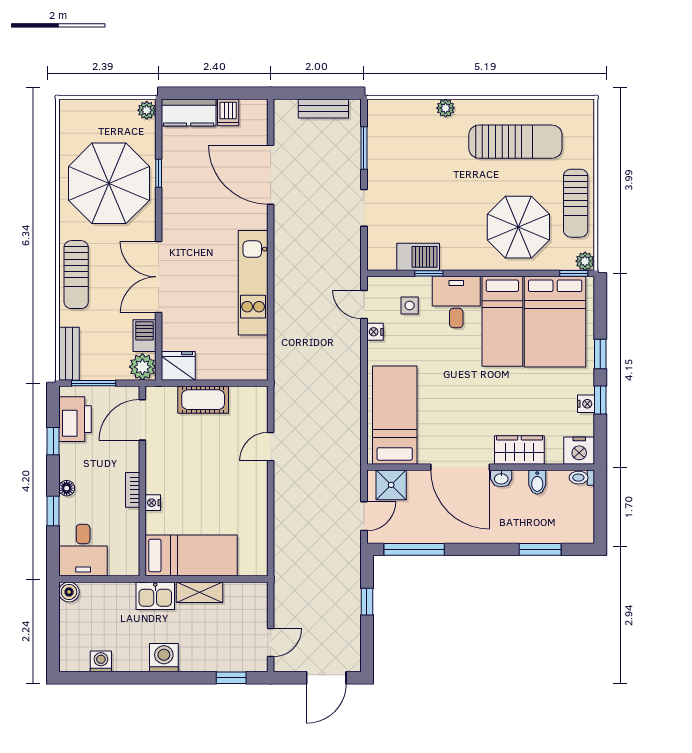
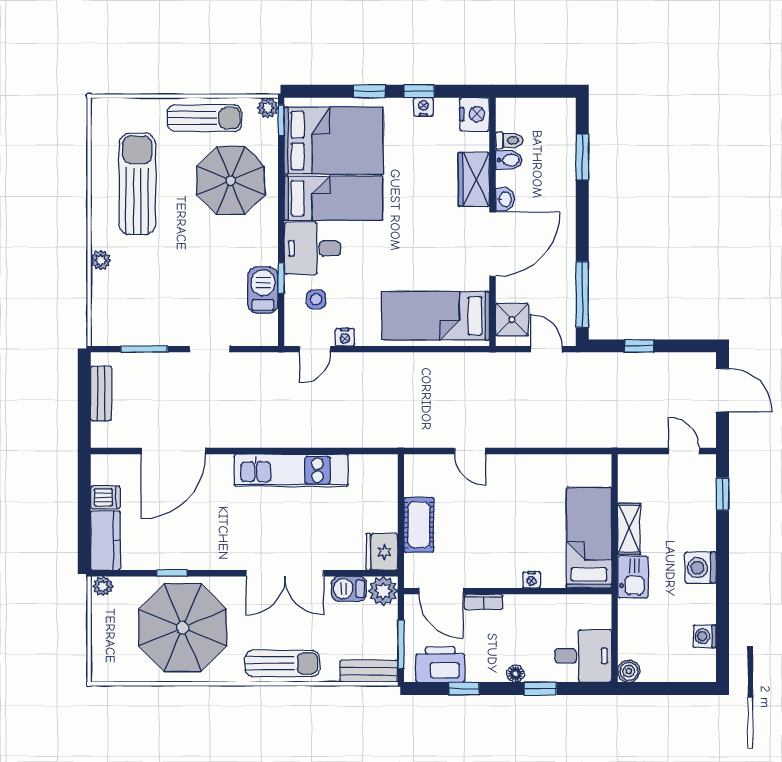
toilet: (582, 478) -> (509, 140), moved, turned -90
bookcase: (133, 490) -> (483, 602), moved

